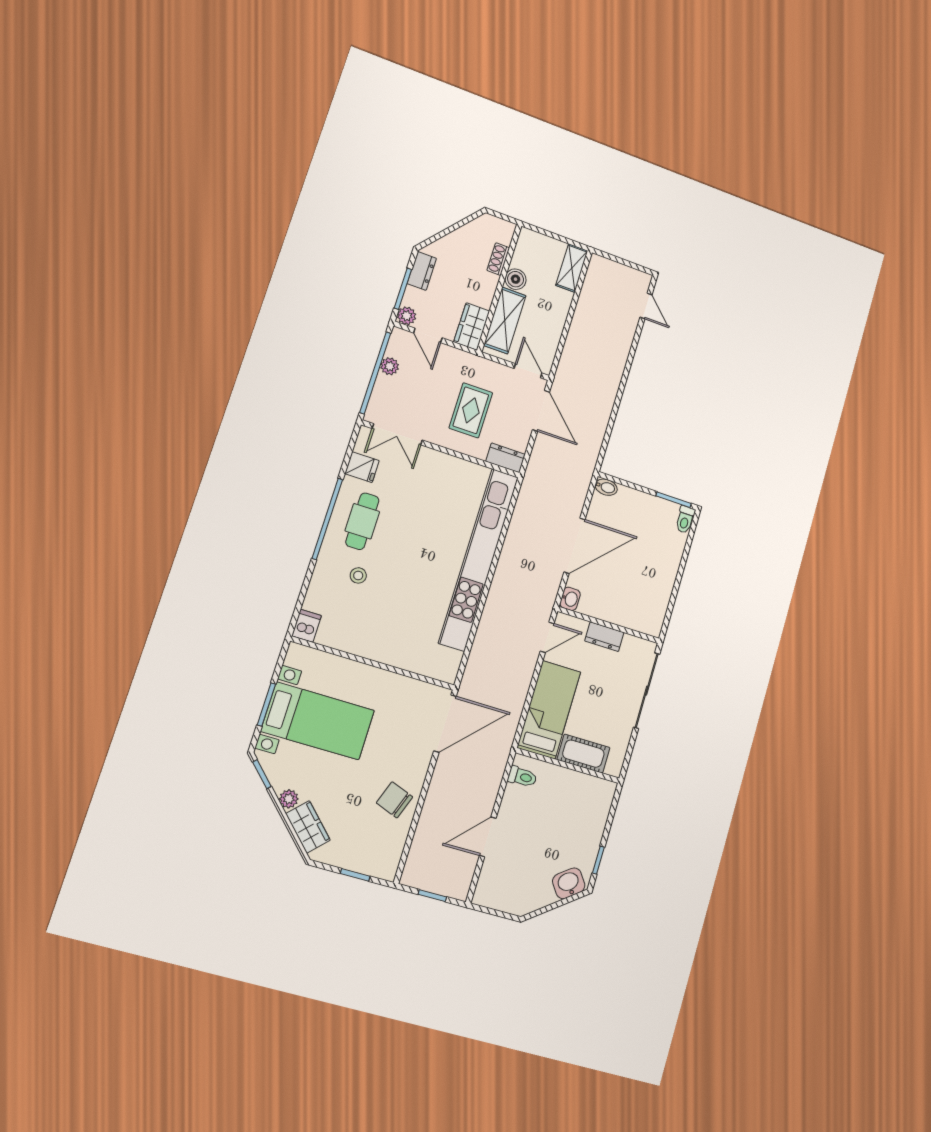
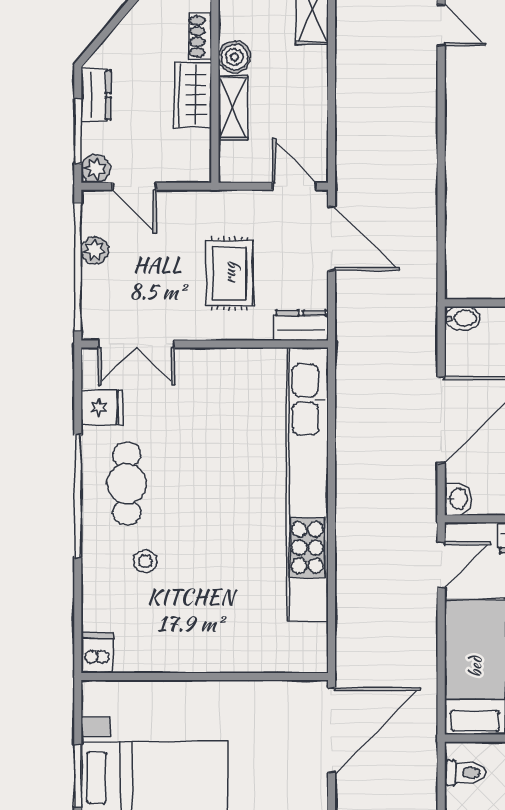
shelving: (505, 320) -> (233, 108), width x0.67, depth x0.75
wardrobe: (472, 326) -> (193, 95), moved

